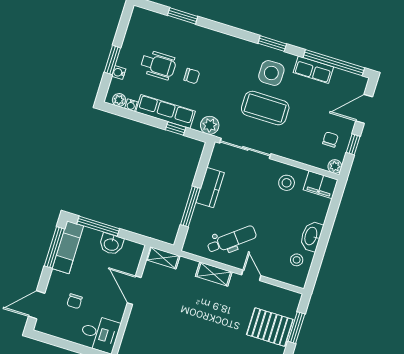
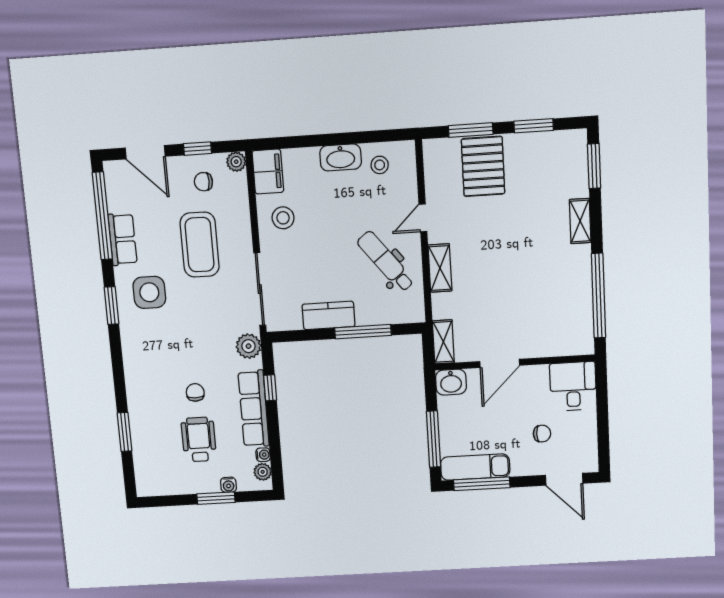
coffee table: (265, 108) -> (200, 245), moved
washbasin: (111, 244) -> (451, 382), moved, turned 90

